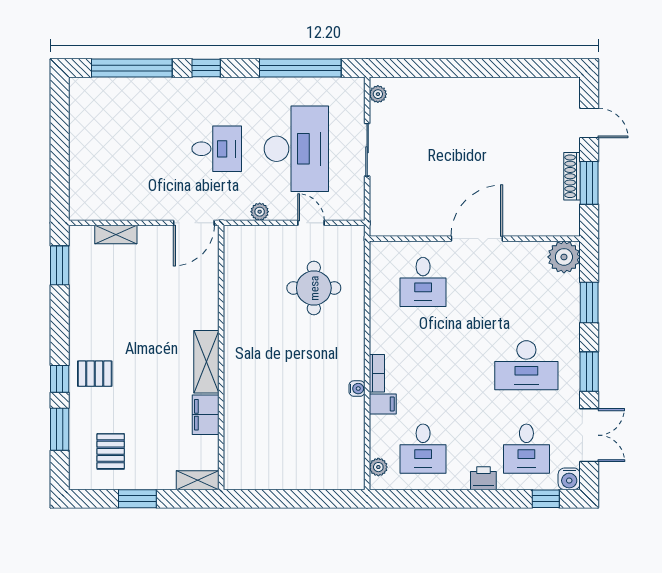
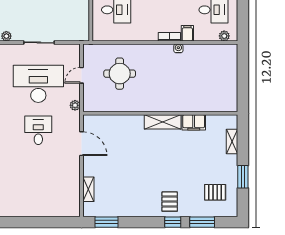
wall: (221, 357) -> (160, 113), moved
shelving: (206, 362) -> (163, 122), moved
filing cabinet: (206, 415) -> (194, 122), moved

